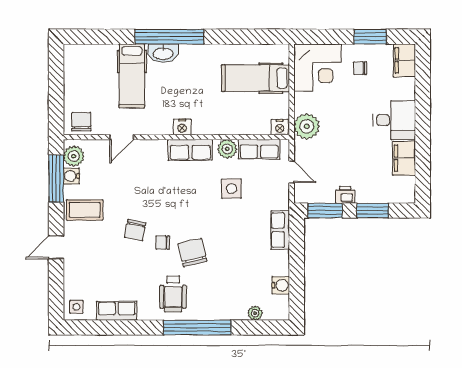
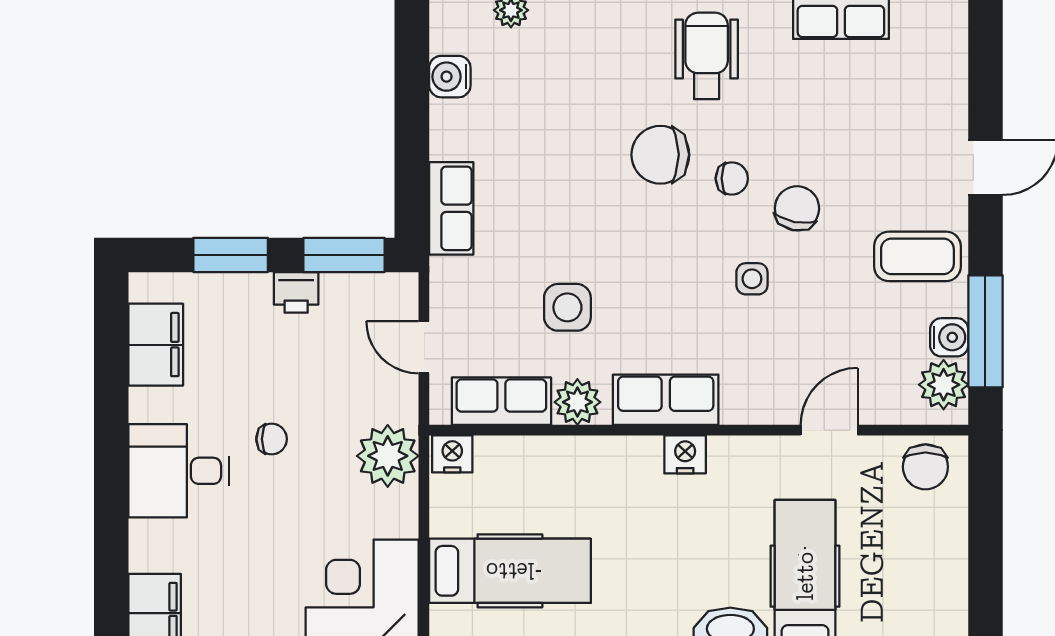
chair: (360, 68) -> (272, 439), moved
filing cabinet: (404, 158) -> (156, 345), moved
chair: (192, 253) -> (660, 155), turned 103
side table: (76, 307) -> (752, 279), moved

